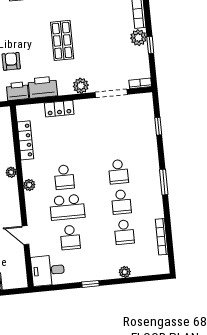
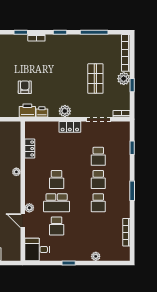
shop shelf: (62, 40) -> (95, 79), moved
plant: (81, 86) -> (65, 111), moved
printer: (43, 87) -> (42, 112), width x0.53, depth x0.68
locker: (59, 109) -> (70, 127), moved
locker: (25, 140) -> (30, 149), width x0.66
plant: (29, 185) -> (29, 208), moved
school desk: (124, 232) -> (98, 156), moved

